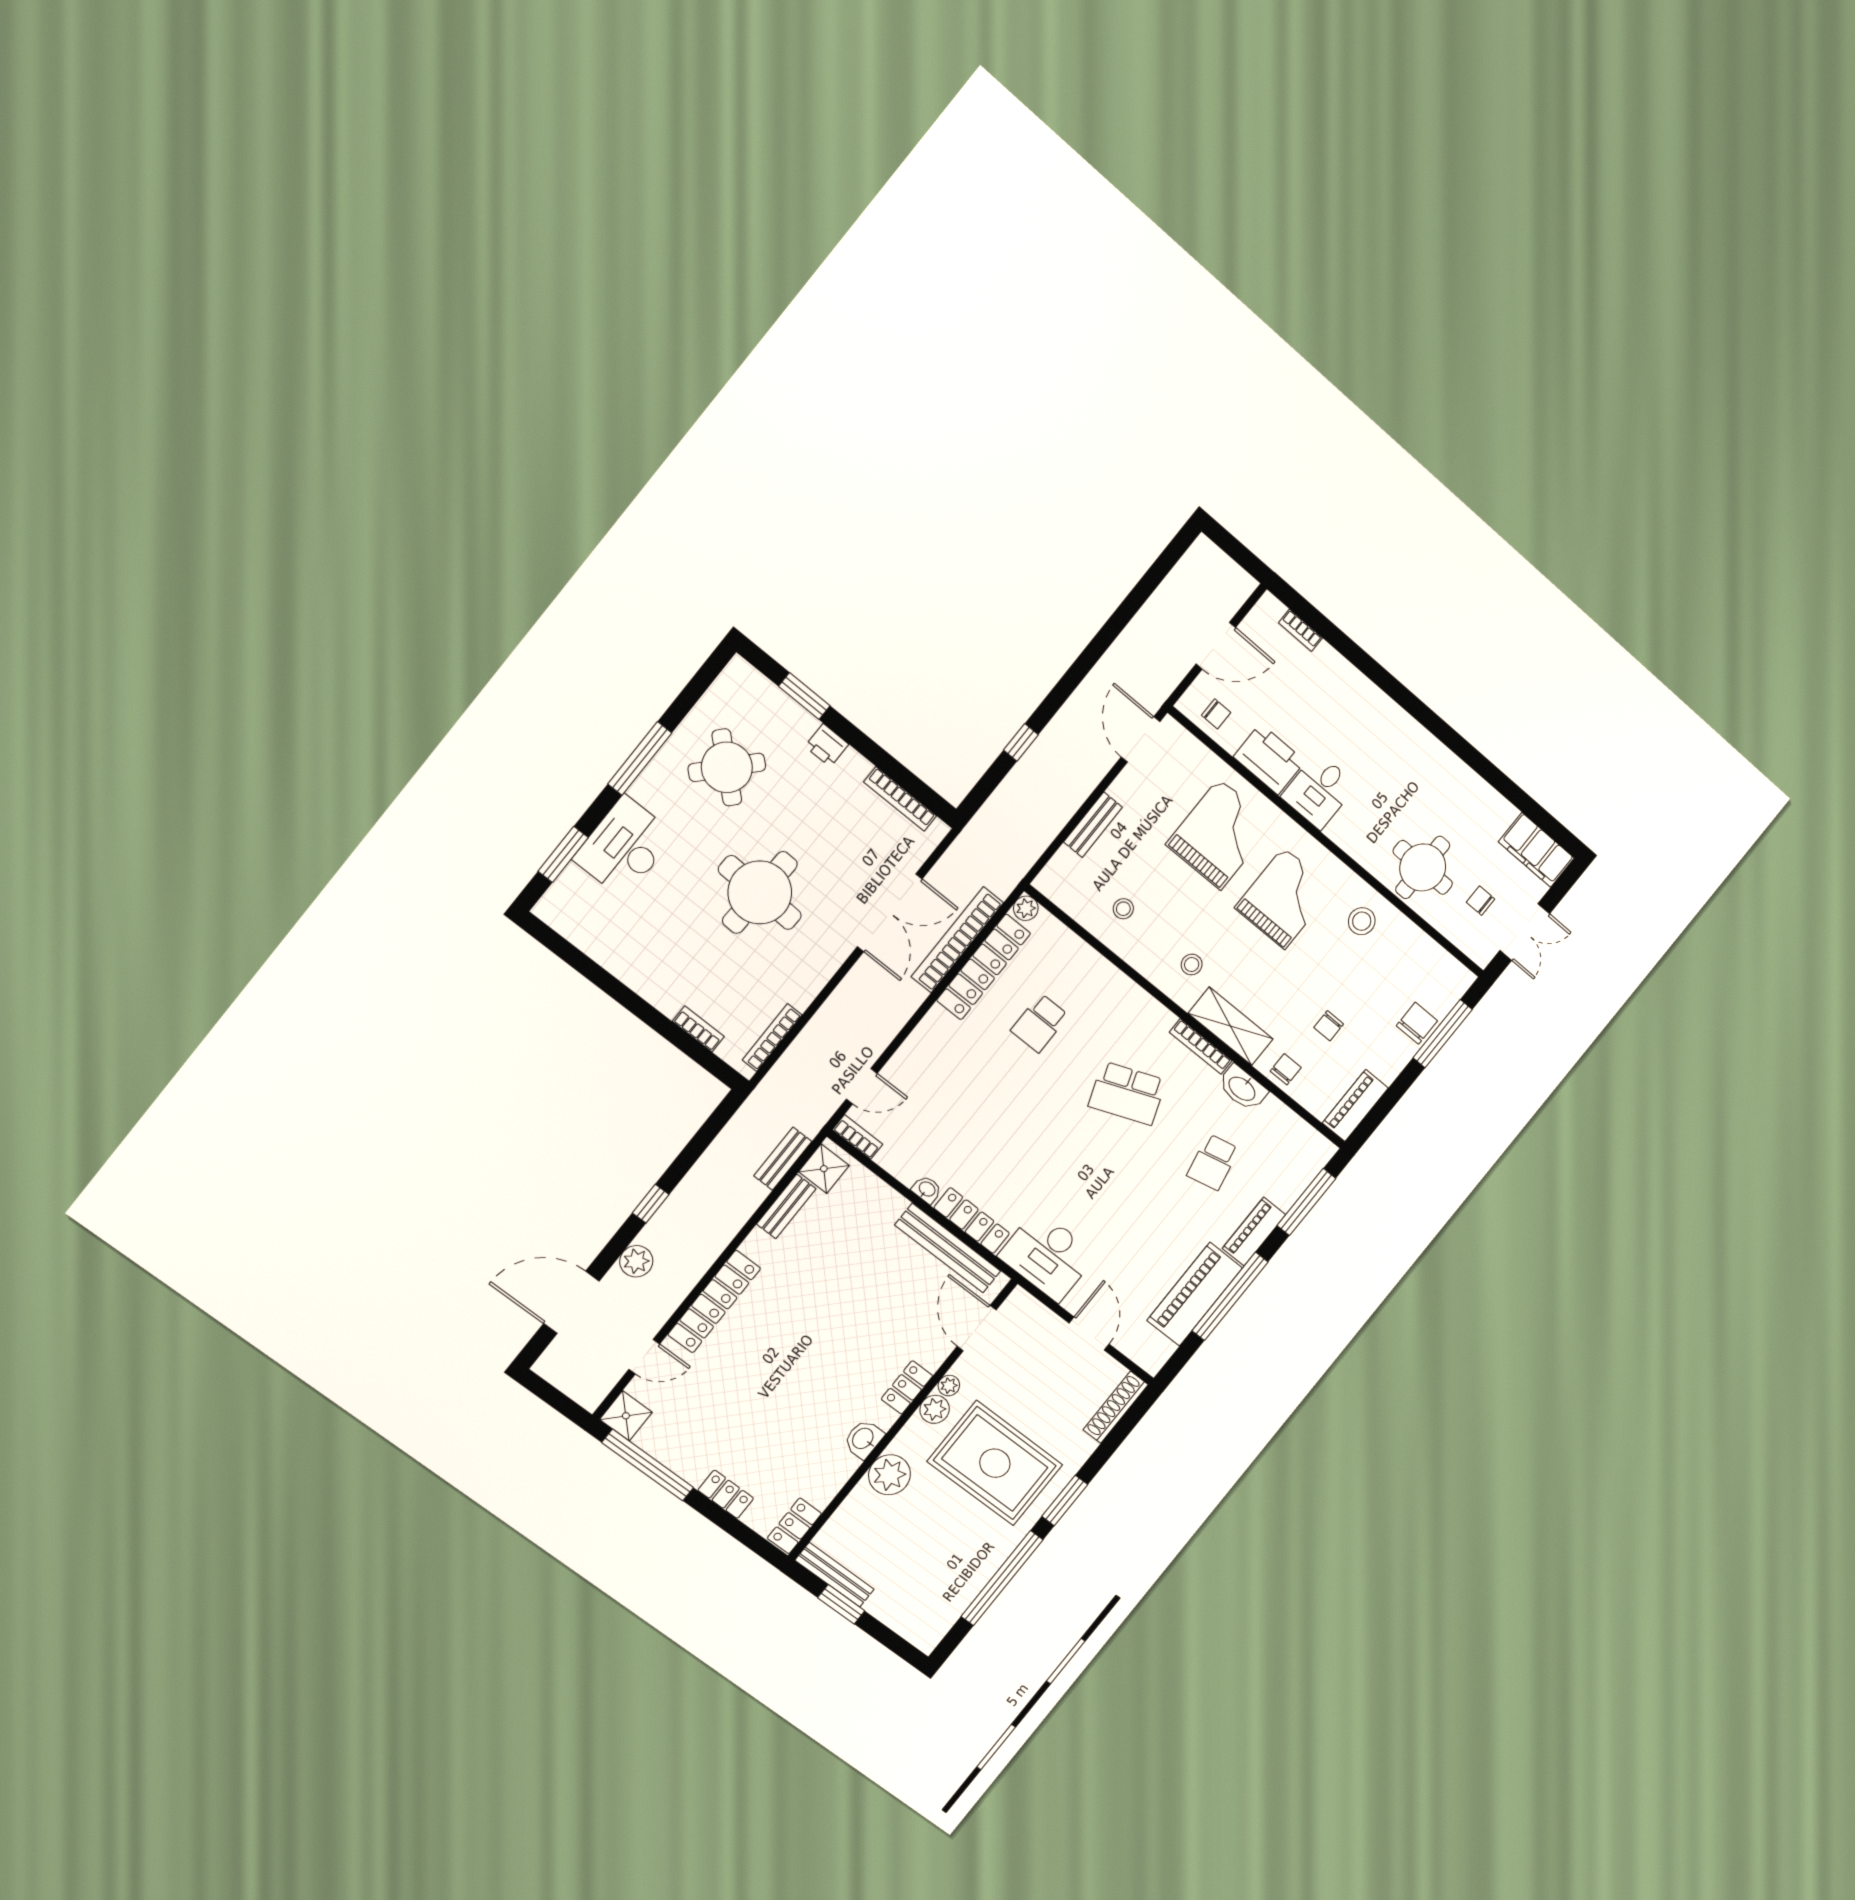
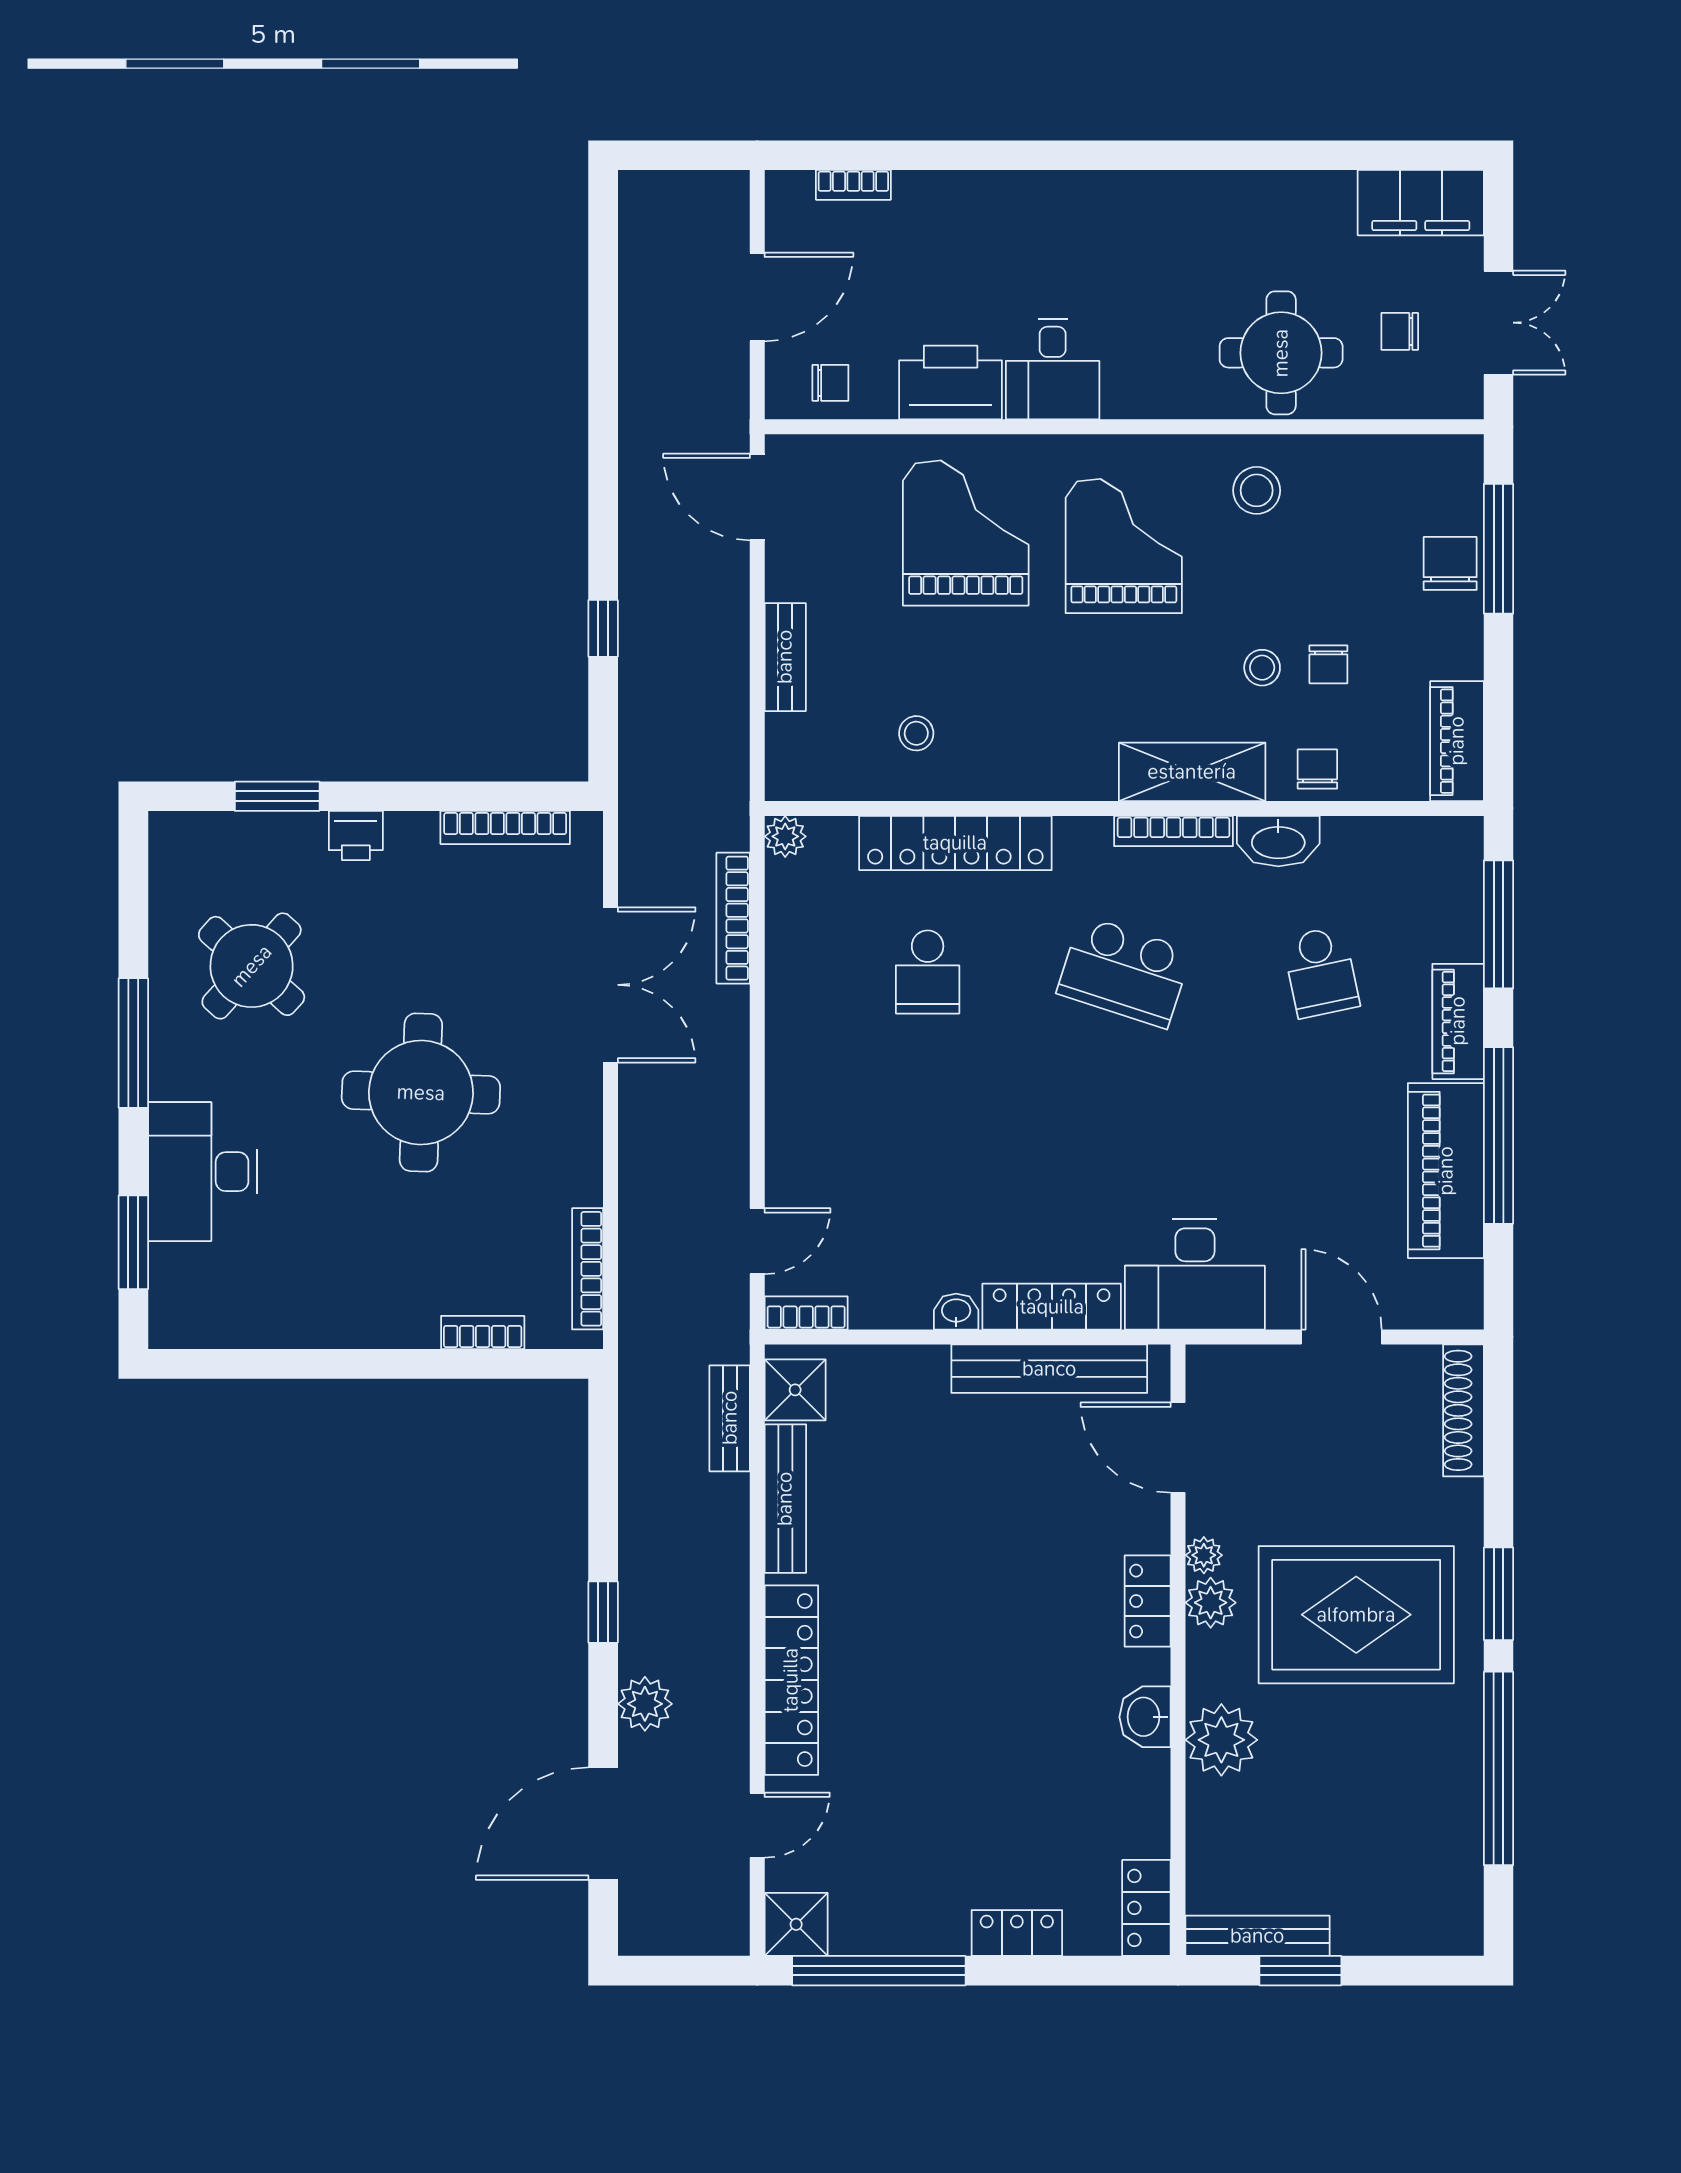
bookcase: (957, 940) -> (733, 918), width x0.68, depth x0.76
stool: (1192, 964) -> (1262, 668), moved
locker: (984, 967) -> (955, 843), moved, turned 90
school desk: (1127, 1093) -> (1124, 972), turned 39
bench: (786, 1206) -> (785, 1499), width x1.36

